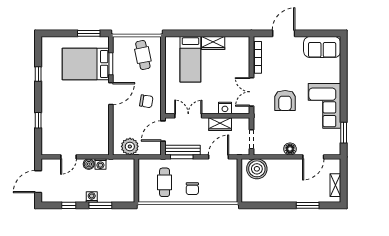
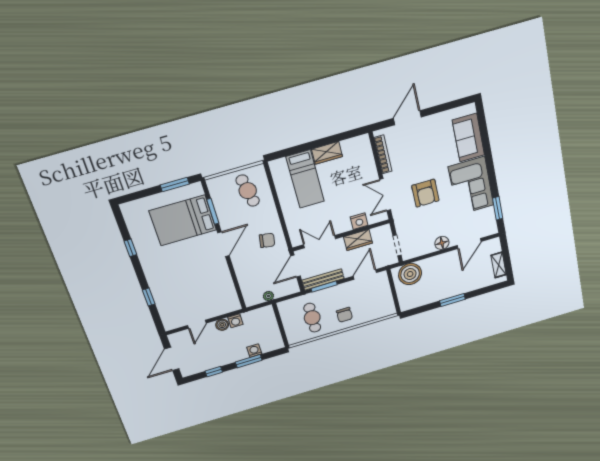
sofa: (322, 47) -> (468, 138), moved, turned 90
plant: (130, 146) -> (268, 296), width x0.53, depth x0.53
washing machine: (92, 197) -> (254, 351), moved
window: (308, 205) -> (452, 300), moved

